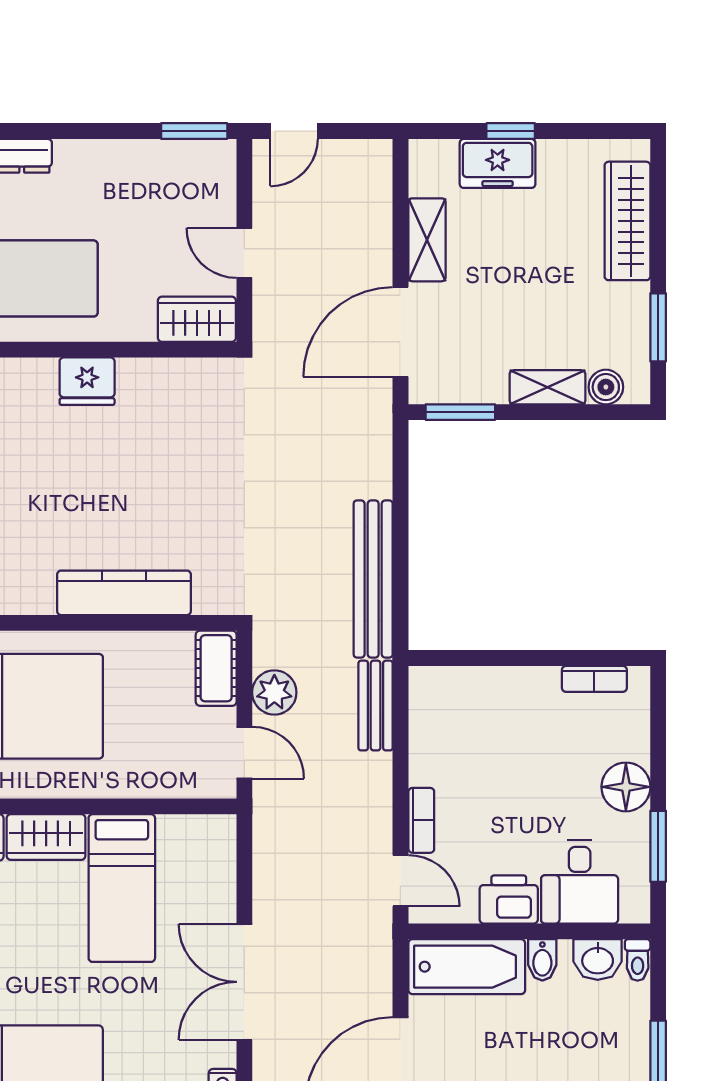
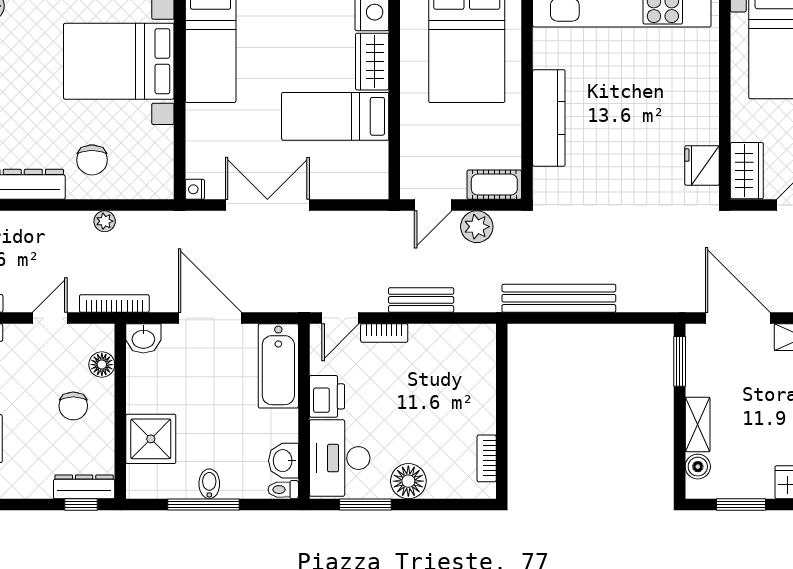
fridge: (87, 381) -> (702, 165), moved
bench: (376, 706) -> (421, 300), moved
desk: (580, 882) -> (340, 458), width x1.37
bidet: (542, 960) -> (209, 484), moved, turned 90

